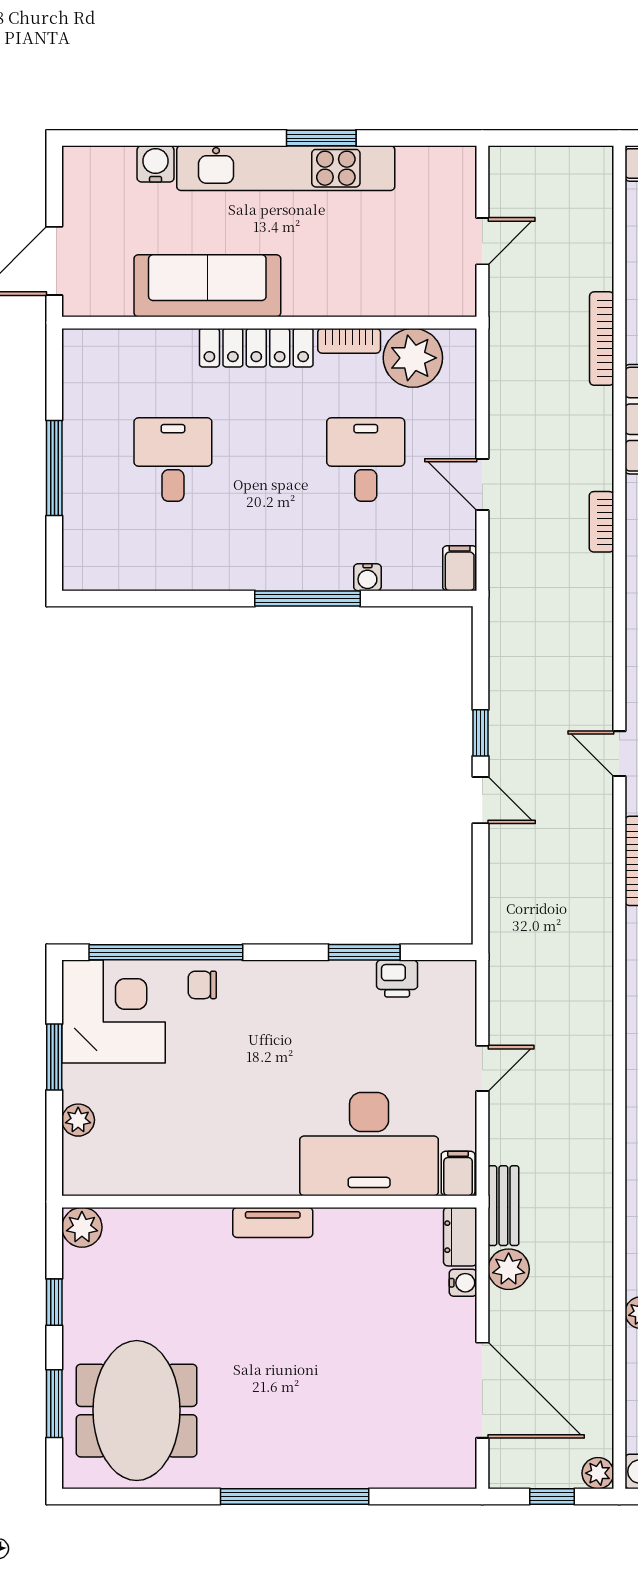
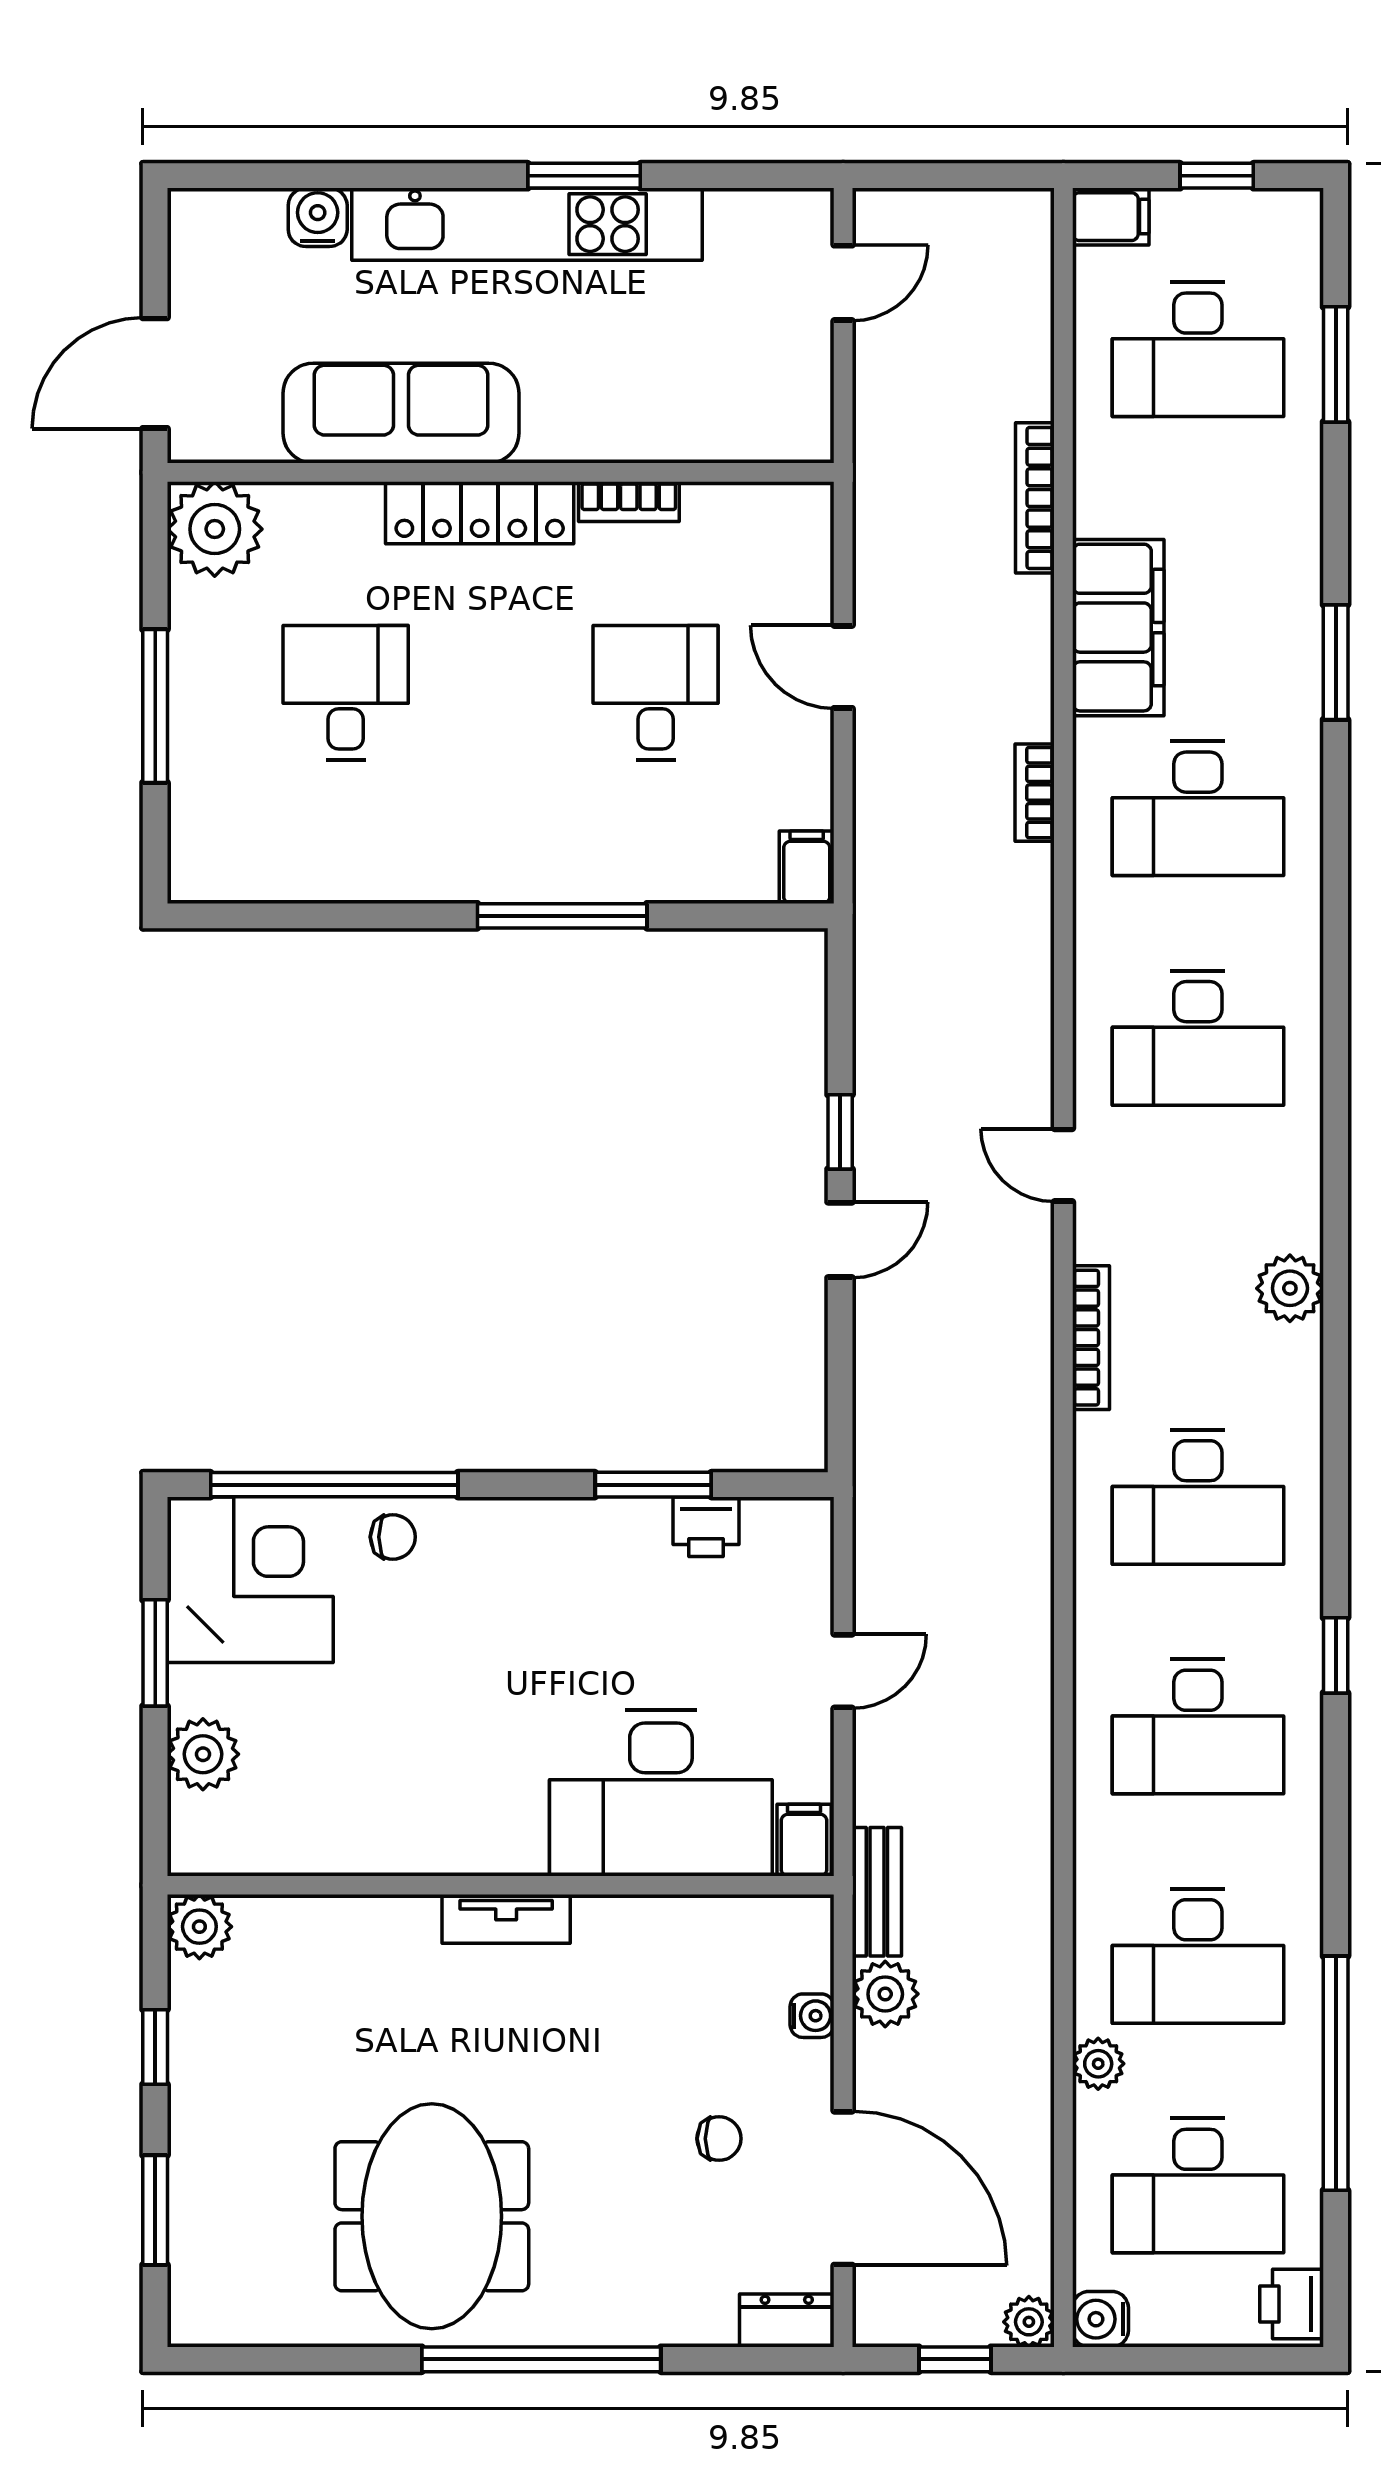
door: (482, 241) -> (843, 283), moved
plant: (413, 358) -> (215, 529), moved
door: (482, 484) -> (843, 667), moved
water cooler: (367, 577) -> (658, 882), removed
door: (481, 800) -> (840, 1240), hinge flipped
chair: (202, 985) -> (393, 1537), turned 180
plant: (78, 1120) -> (203, 1754), width x1.38, depth x1.38
dresser: (460, 1237) -> (787, 2321), moved, turned 90
chair: (405, 1359) -> (719, 2139), added
meeting table: (137, 1411) -> (432, 2216), moved

